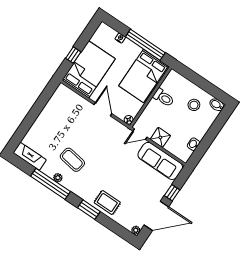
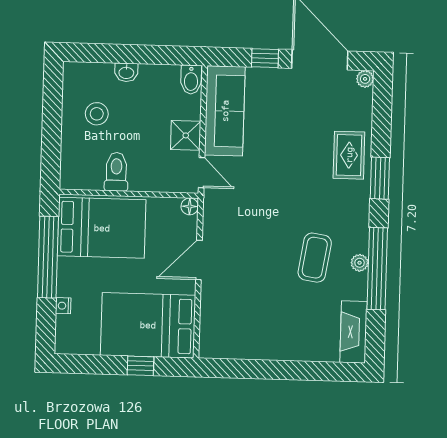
bidet: (217, 105) -> (191, 80), moved
washbasin: (193, 144) -> (126, 72), moved

